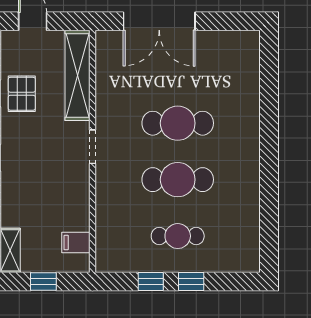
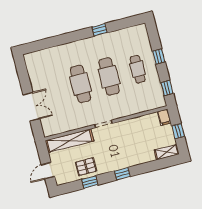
double door: (159, 21) -> (31, 107), width x0.73
window: (269, 185) -> (100, 30), added
filing cabinet: (76, 243) -> (164, 117), moved
window: (151, 282) -> (167, 88), moved

